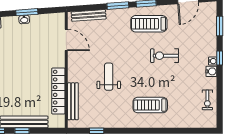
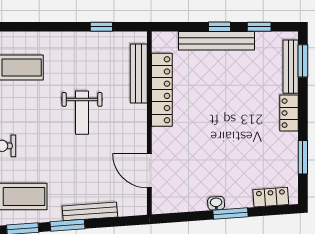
window: (27, 12) -> (230, 214), moved
bench: (89, 15) -> (90, 211), moved

